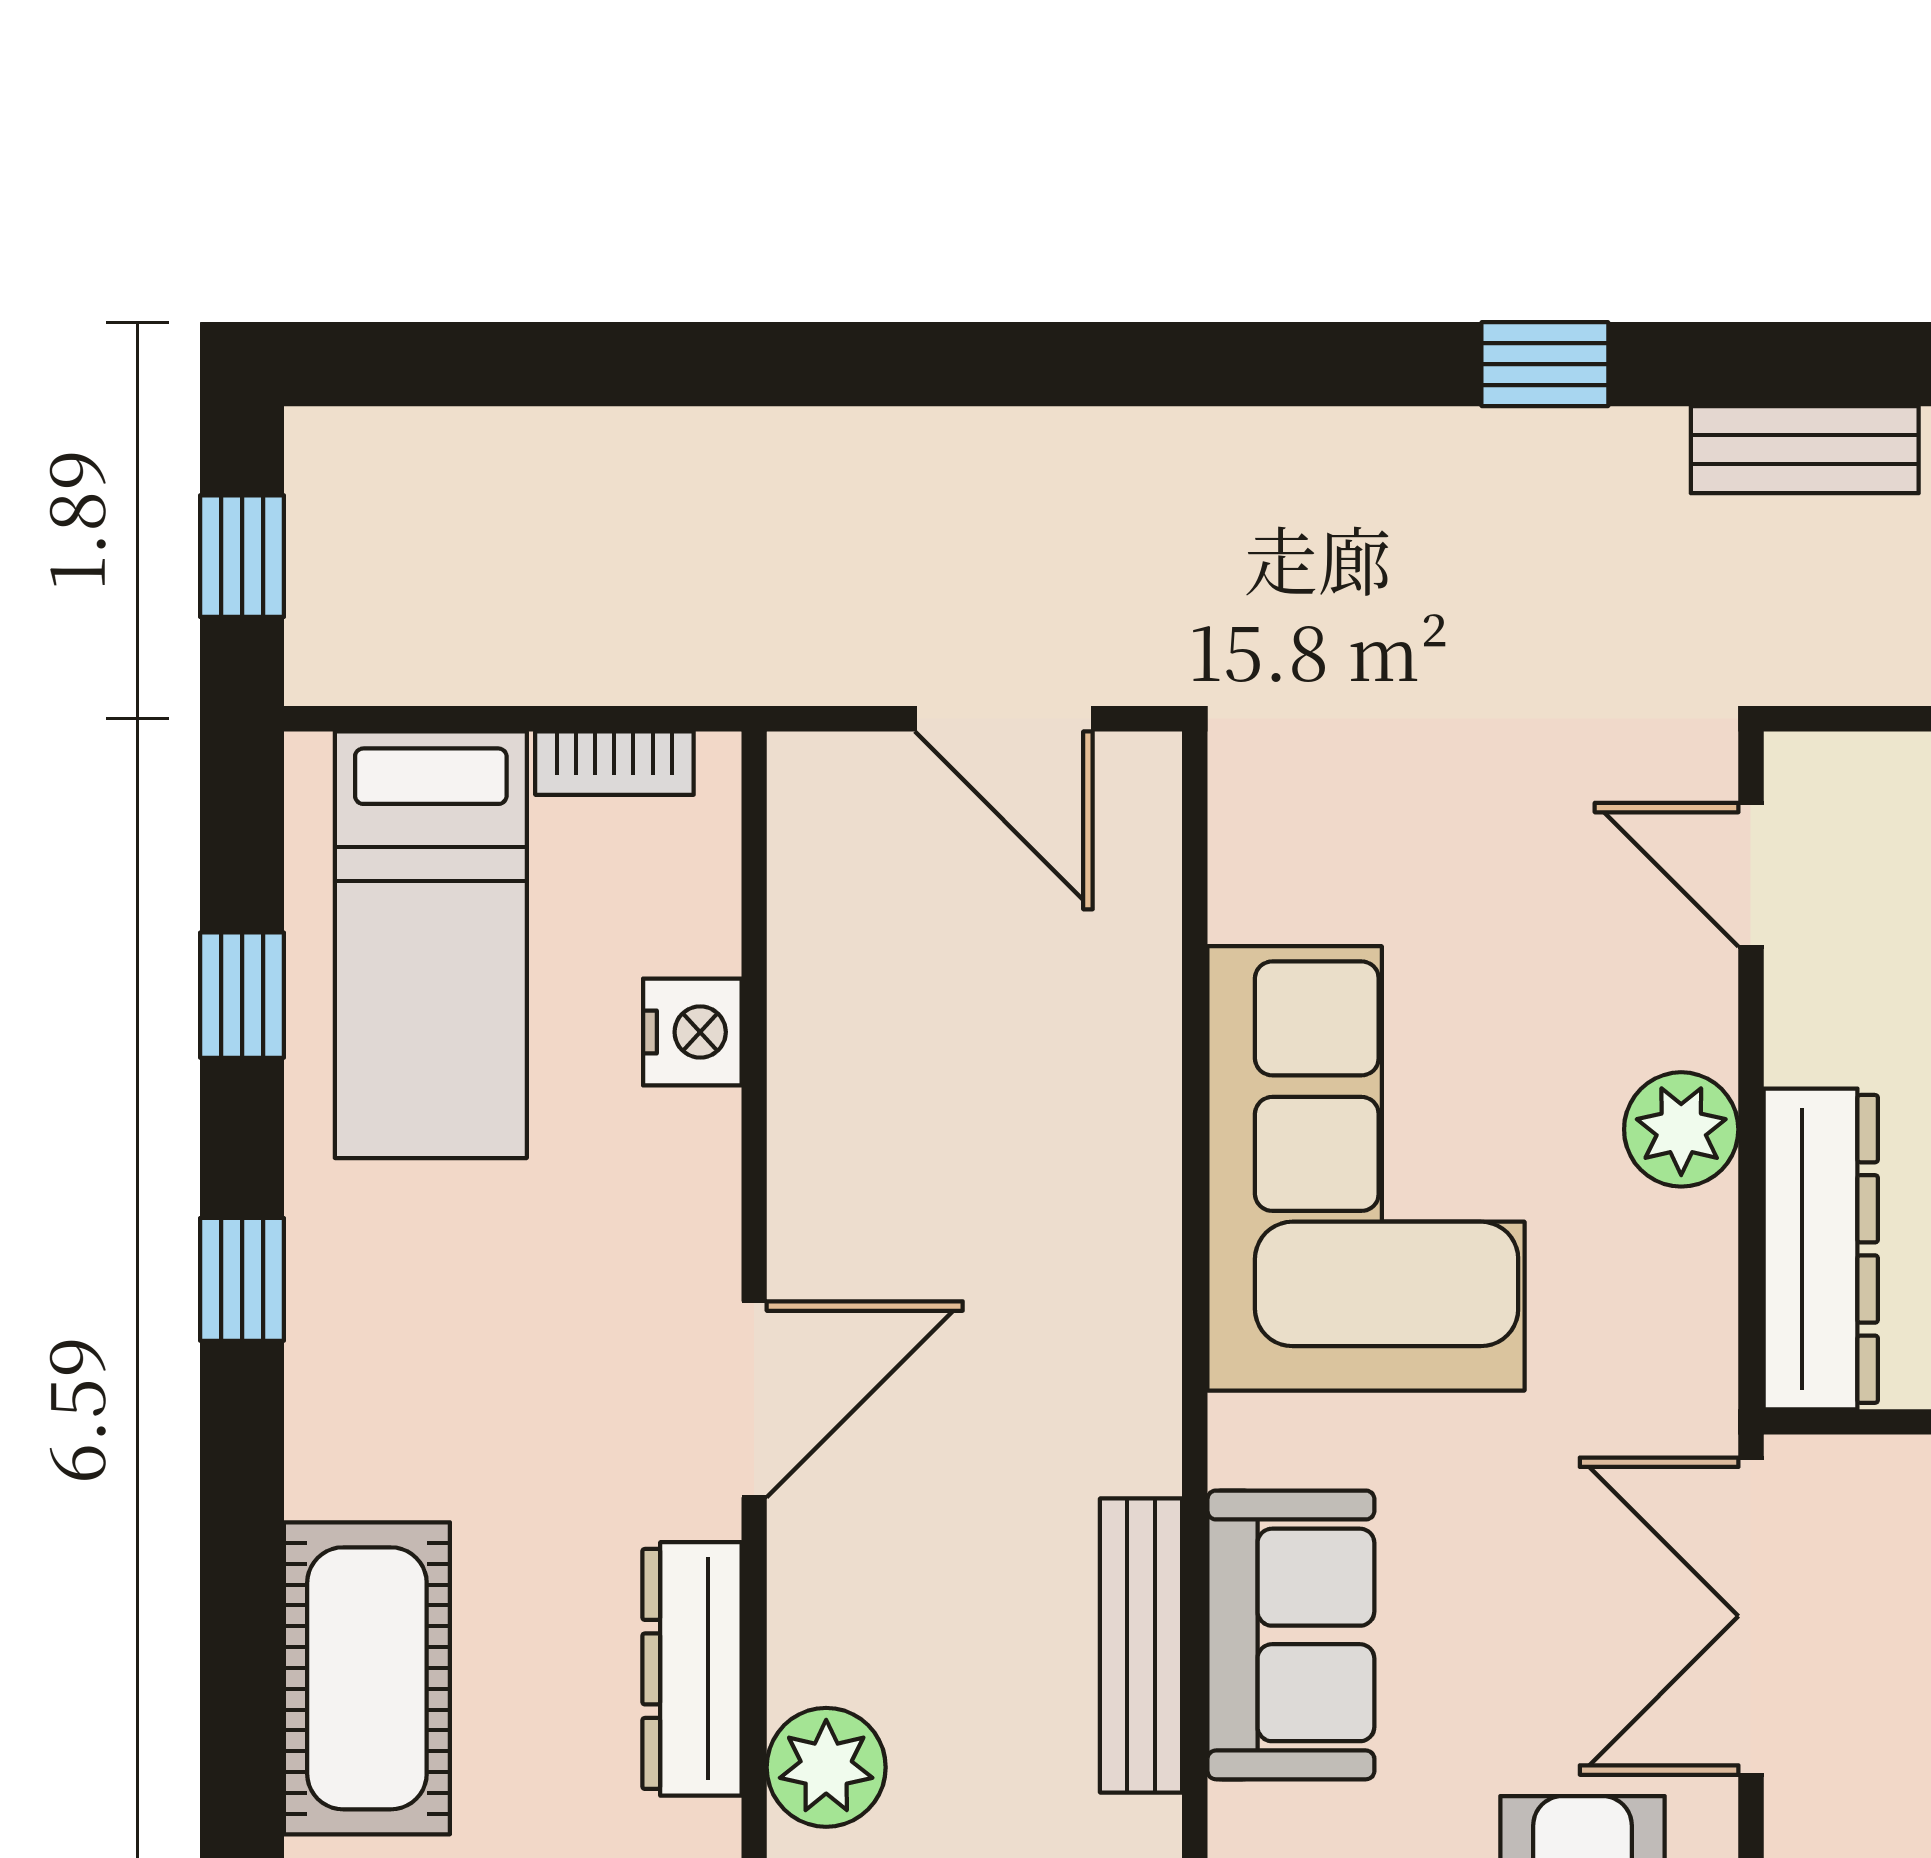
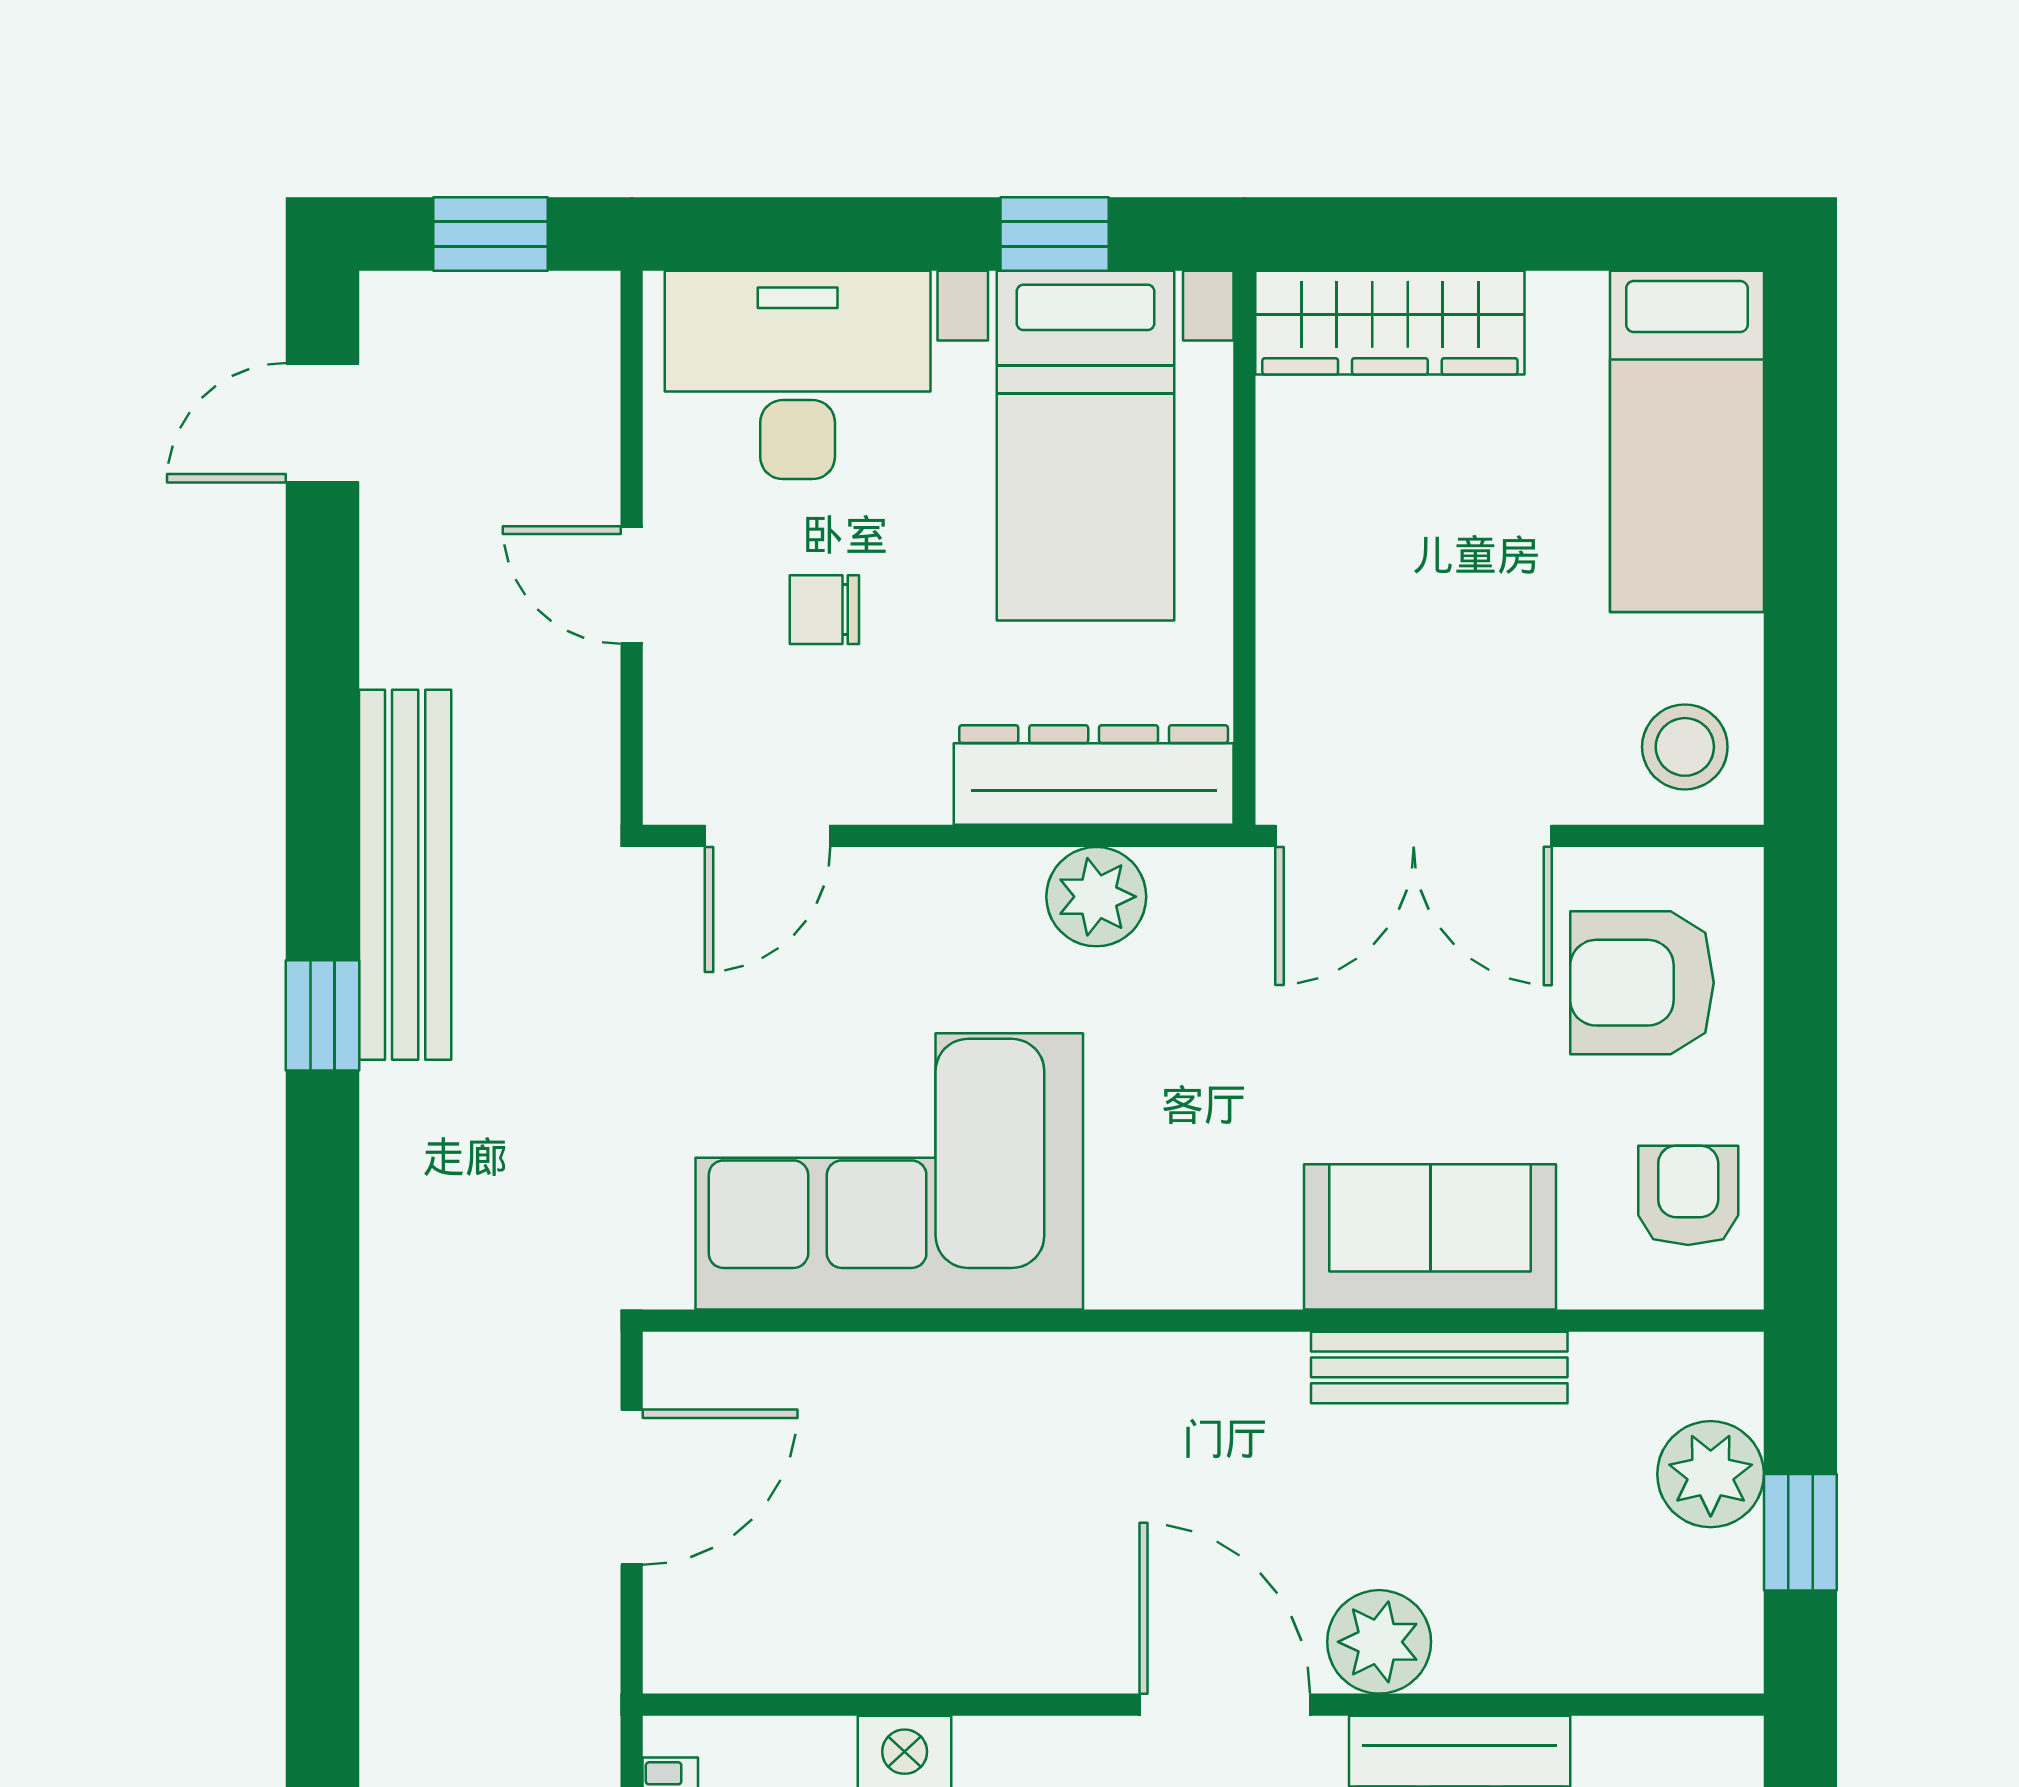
bench: (1805, 450) -> (405, 875), width x1.86, depth x1.21
plant: (1681, 1129) -> (1096, 897), moved
corner sofa: (1366, 1168) -> (889, 1171), moved
plant: (826, 1767) -> (1379, 1642), moved

